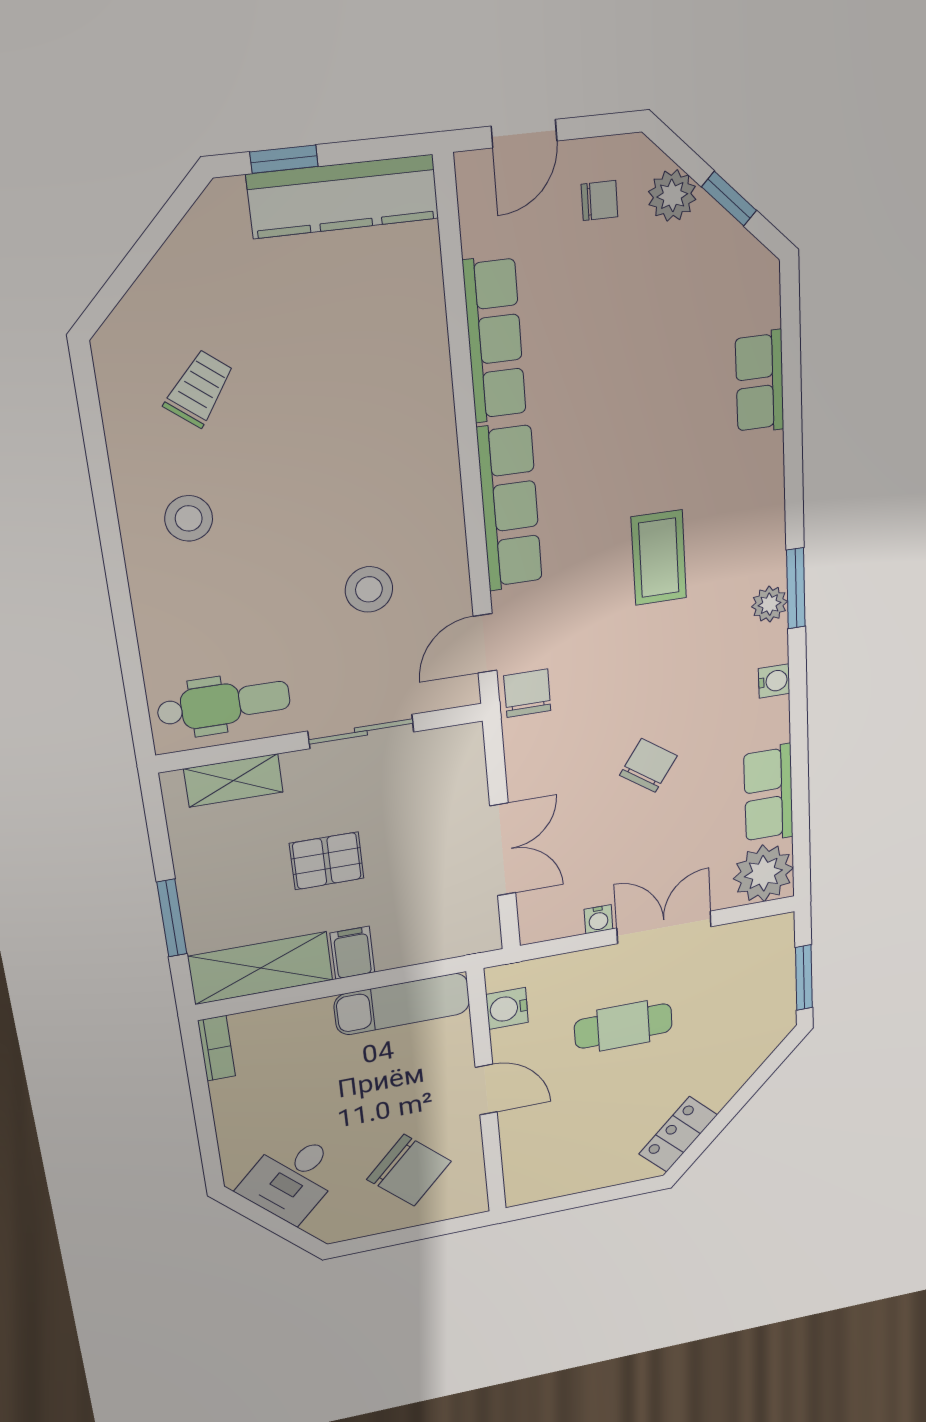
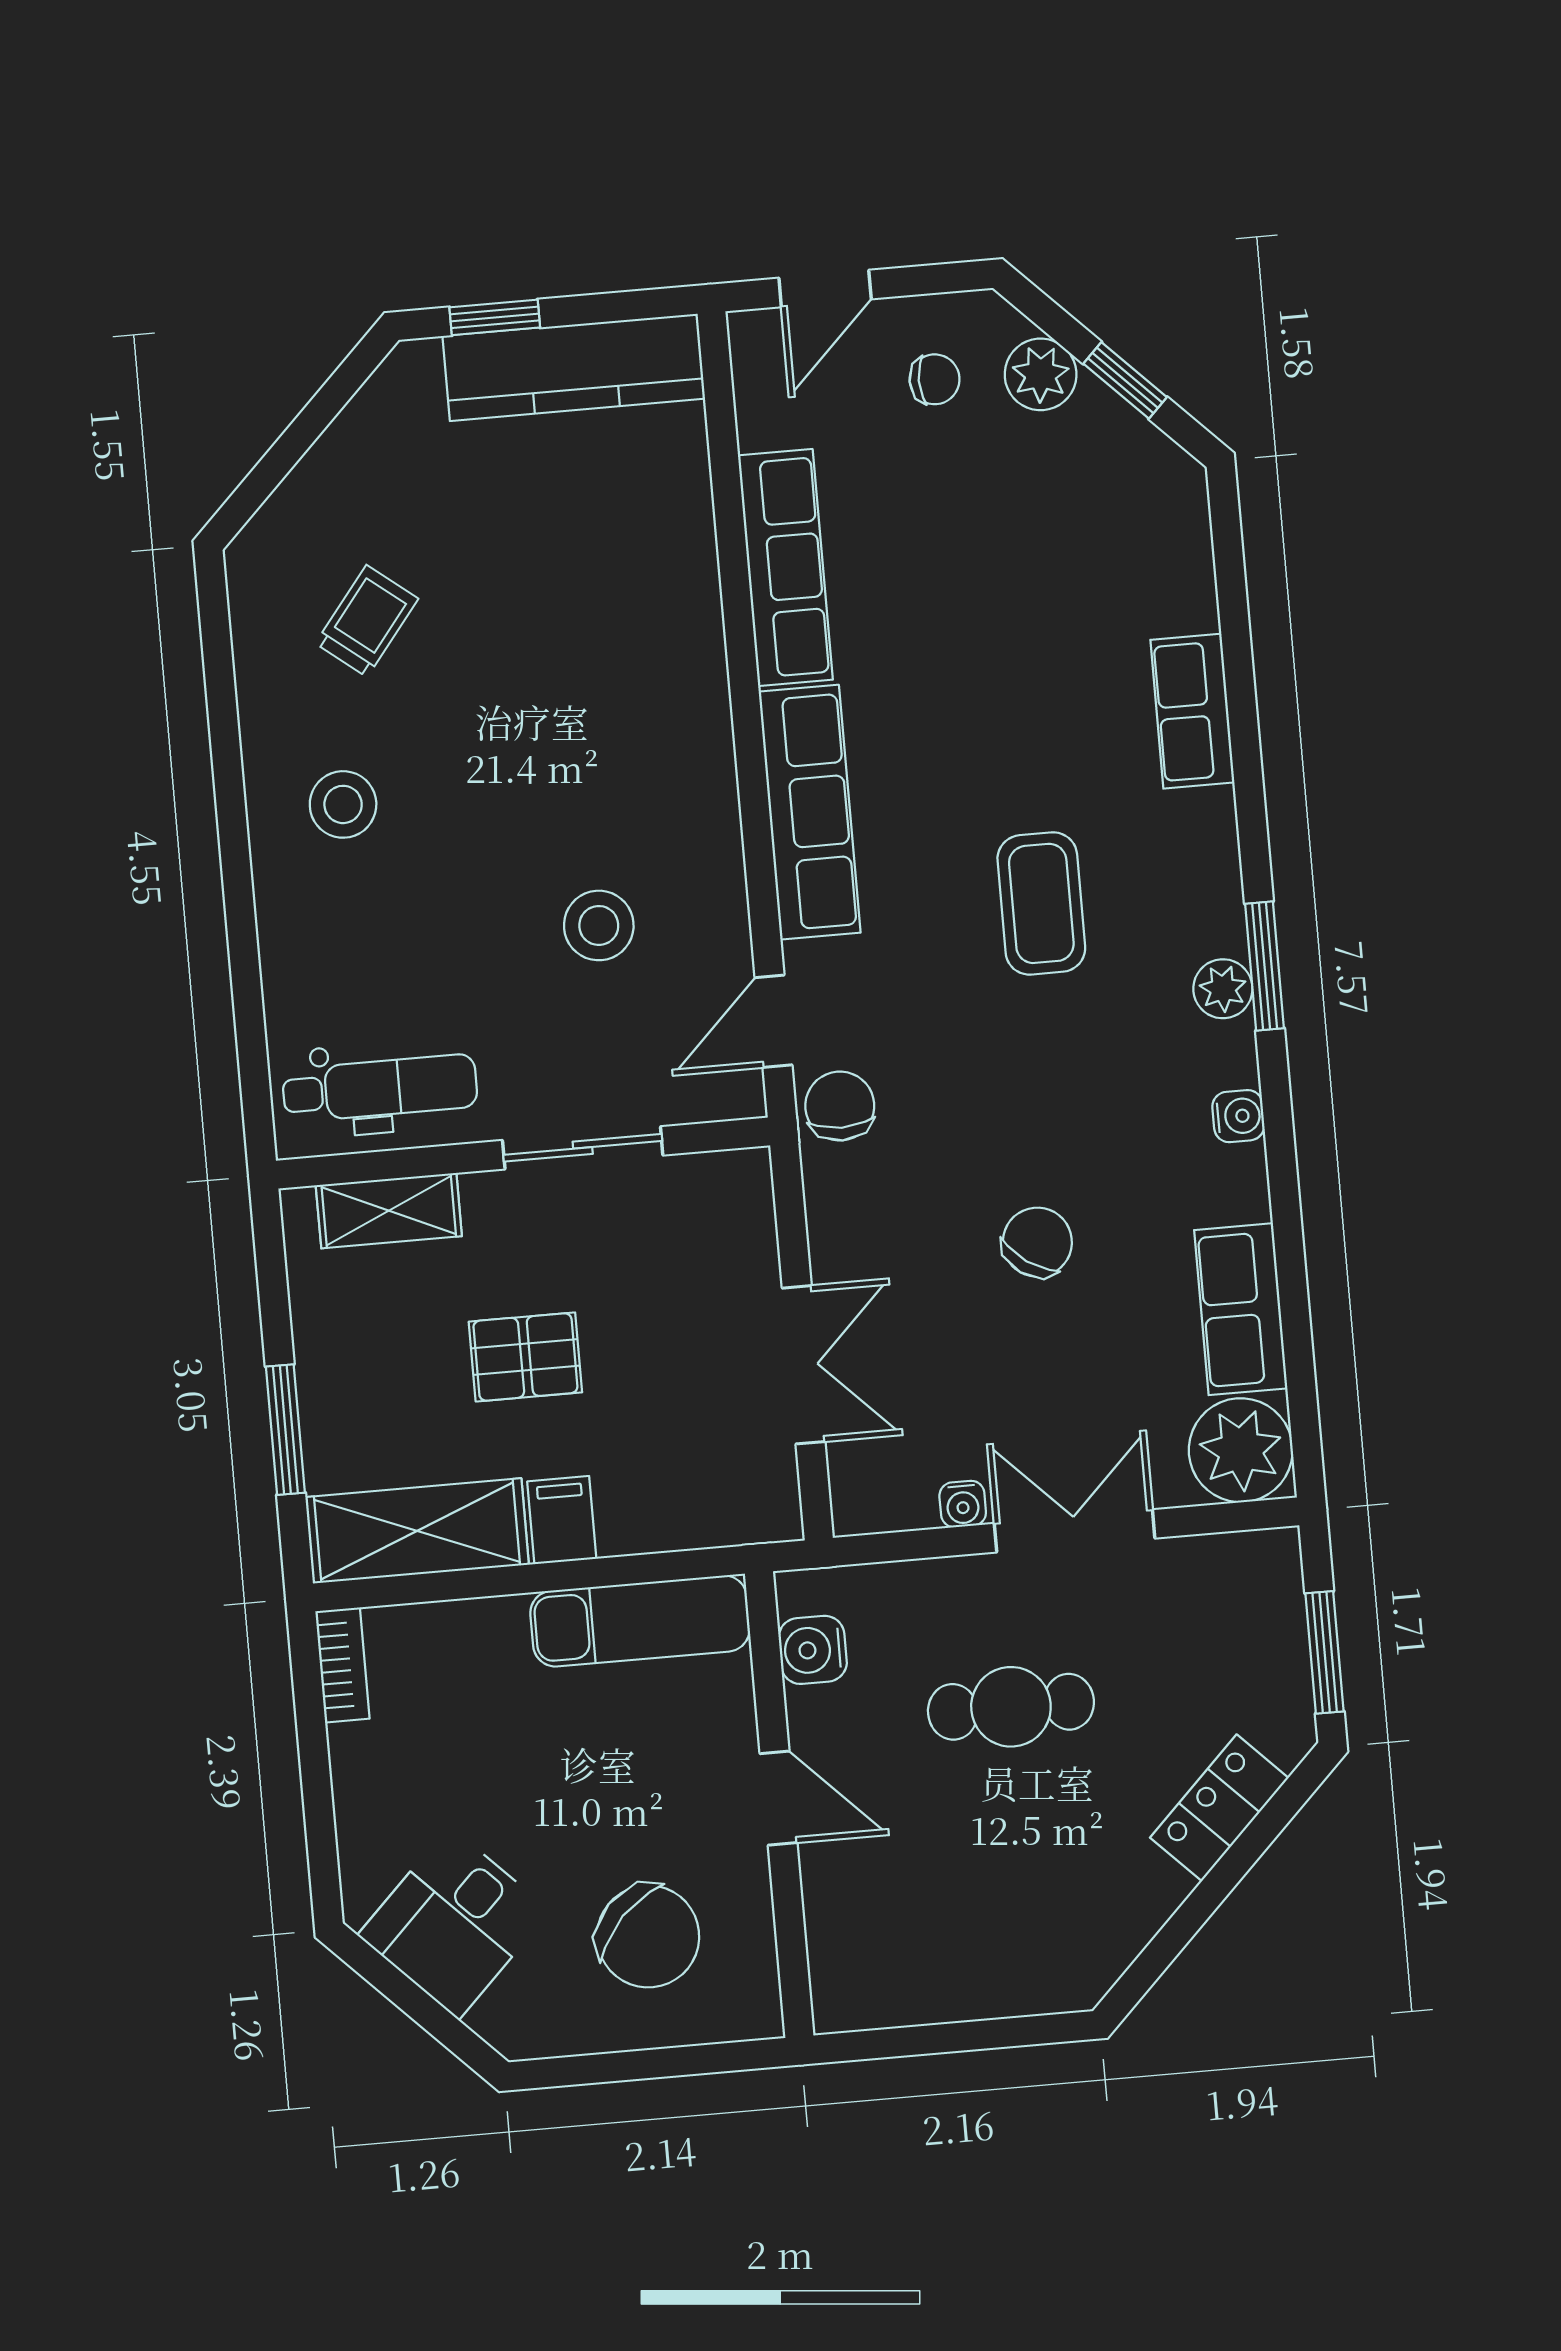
row of seats: (760, 382) -> (1192, 711), moved
locker: (678, 1134) -> (1219, 1808), moved

